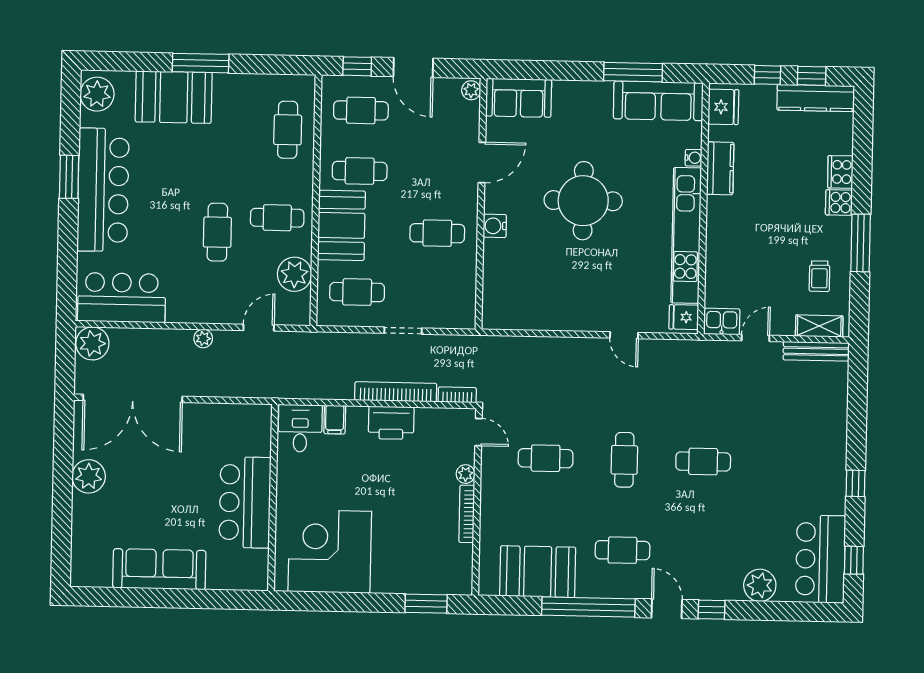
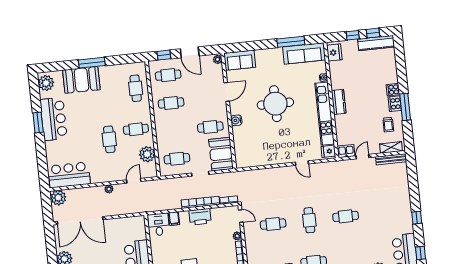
kitchen counter: (720, 168) -> (339, 102), moved
cooker: (840, 172) -> (395, 104), moved
bar counter: (103, 190) -> (54, 119), width x0.73
booth: (341, 225) -> (221, 154), moved

